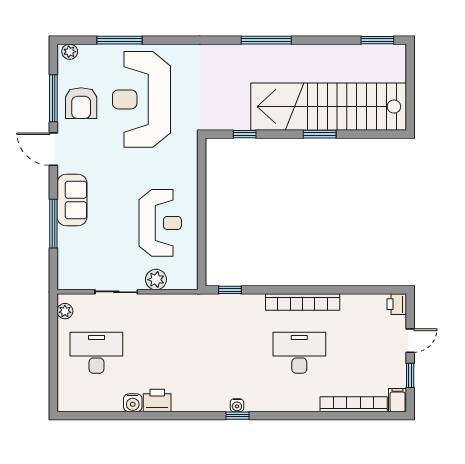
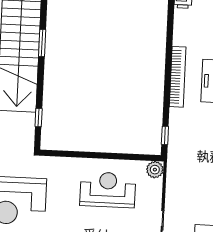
window: (320, 134) -> (42, 43), moved
plant: (156, 280) -> (155, 170), moved

